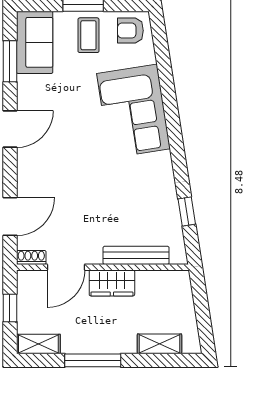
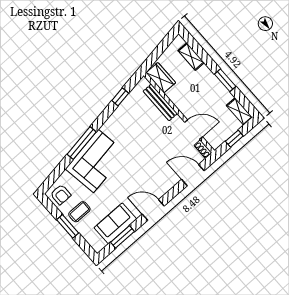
sofa: (35, 42) -> (115, 223), moved
window: (171, 113) -> (82, 143), added
wardrobe: (112, 283) -> (161, 78), moved
window: (93, 360) -> (225, 80), width x0.69

